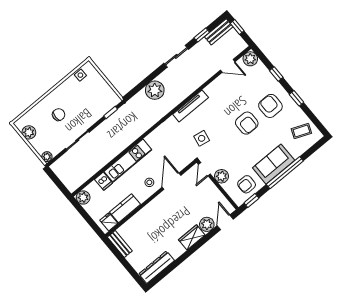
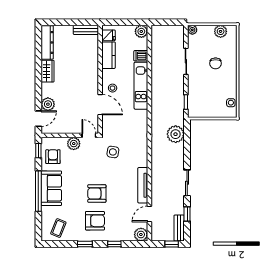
plant: (155, 90) -> (176, 134), moved
tv unit: (191, 106) -> (143, 185), moved
door: (225, 222) -> (38, 119), hinge flipped
wardrobe: (192, 237) -> (48, 71), moved

